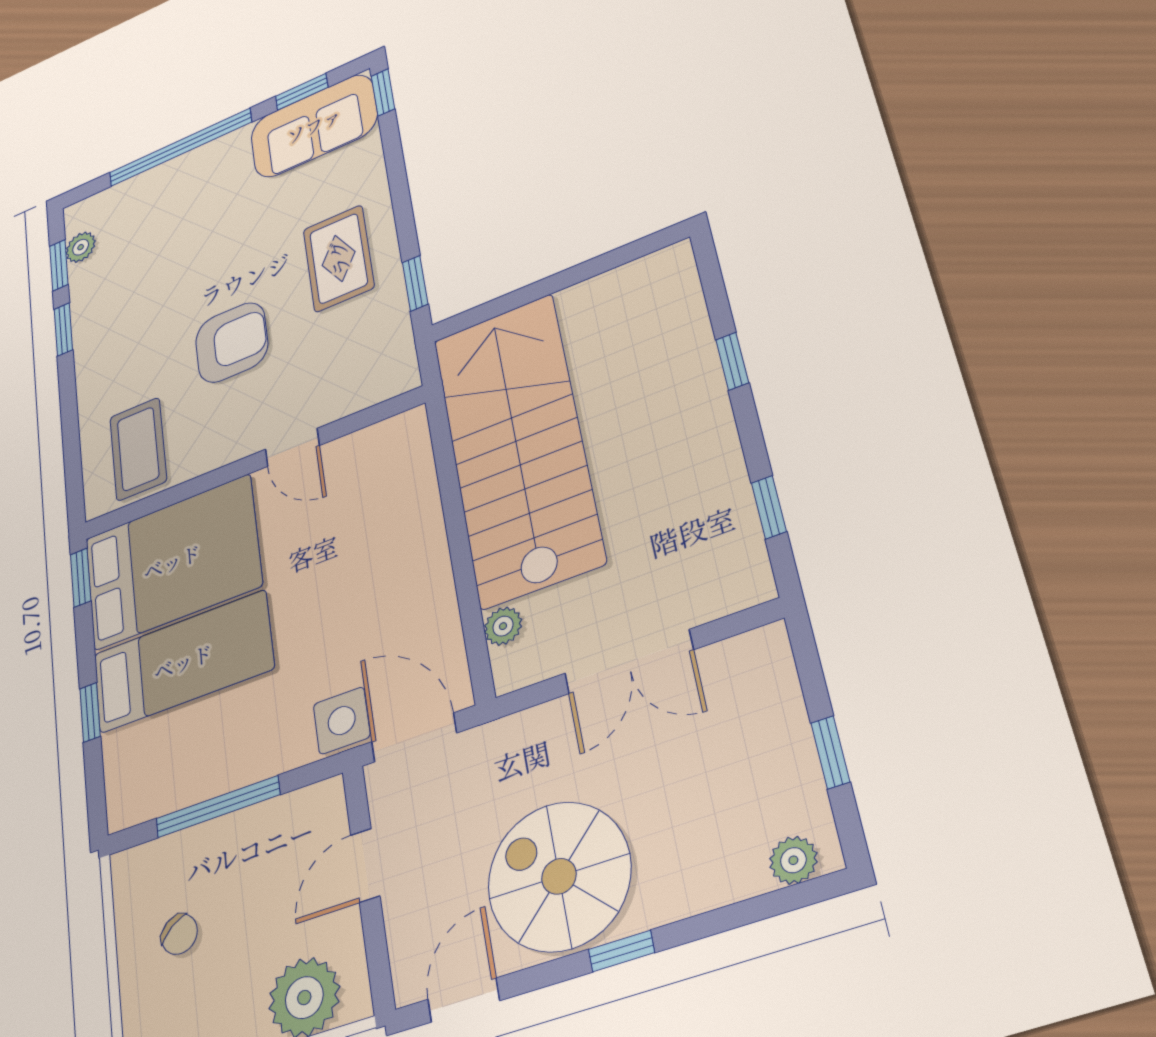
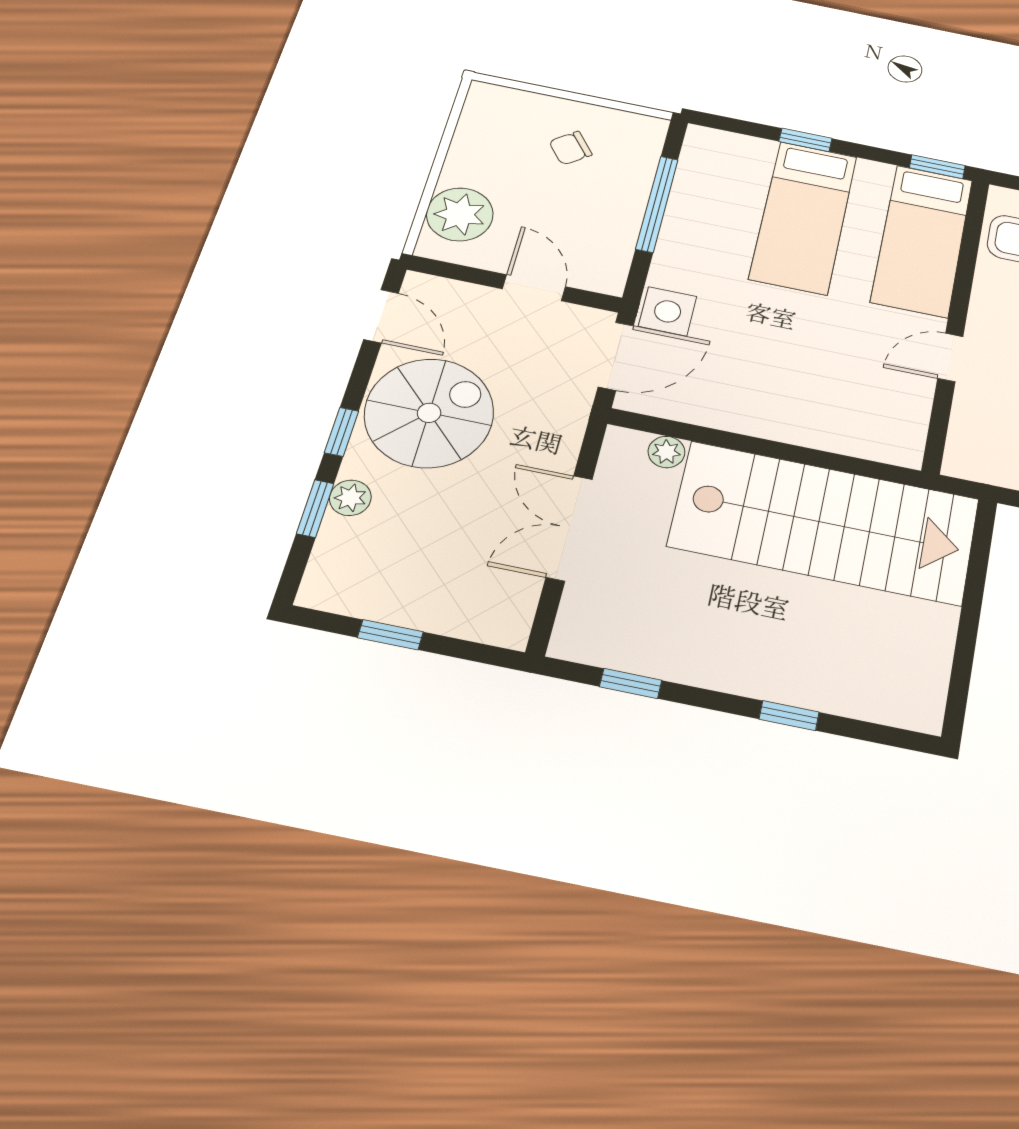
bed: (172, 562) -> (922, 240), width x0.67
plant: (793, 860) -> (350, 498), moved
window: (725, 919) -> (315, 509), added

